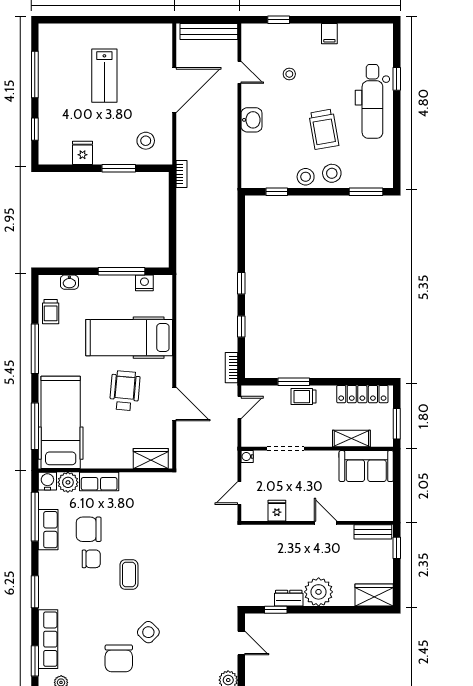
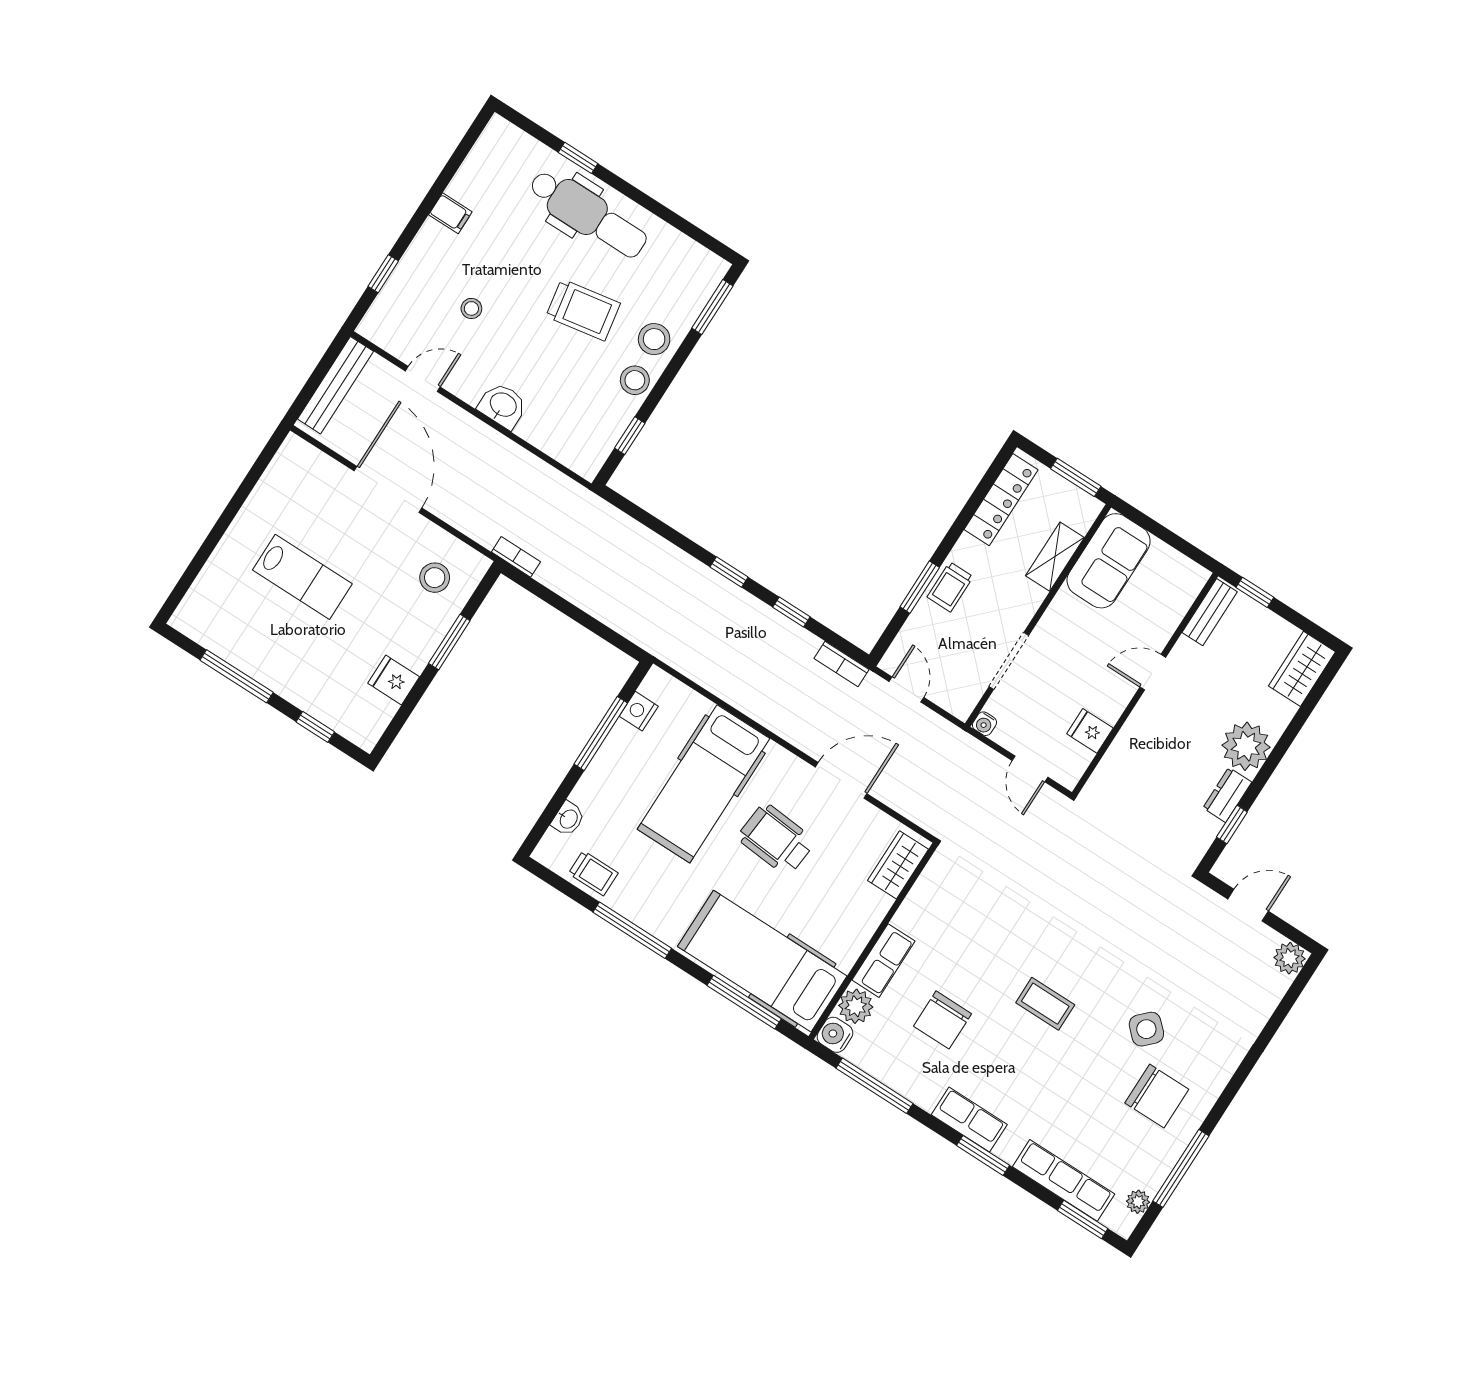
row of seats: (48, 530) -> (969, 1120), moved
chair: (91, 559) -> (988, 1044), removed

